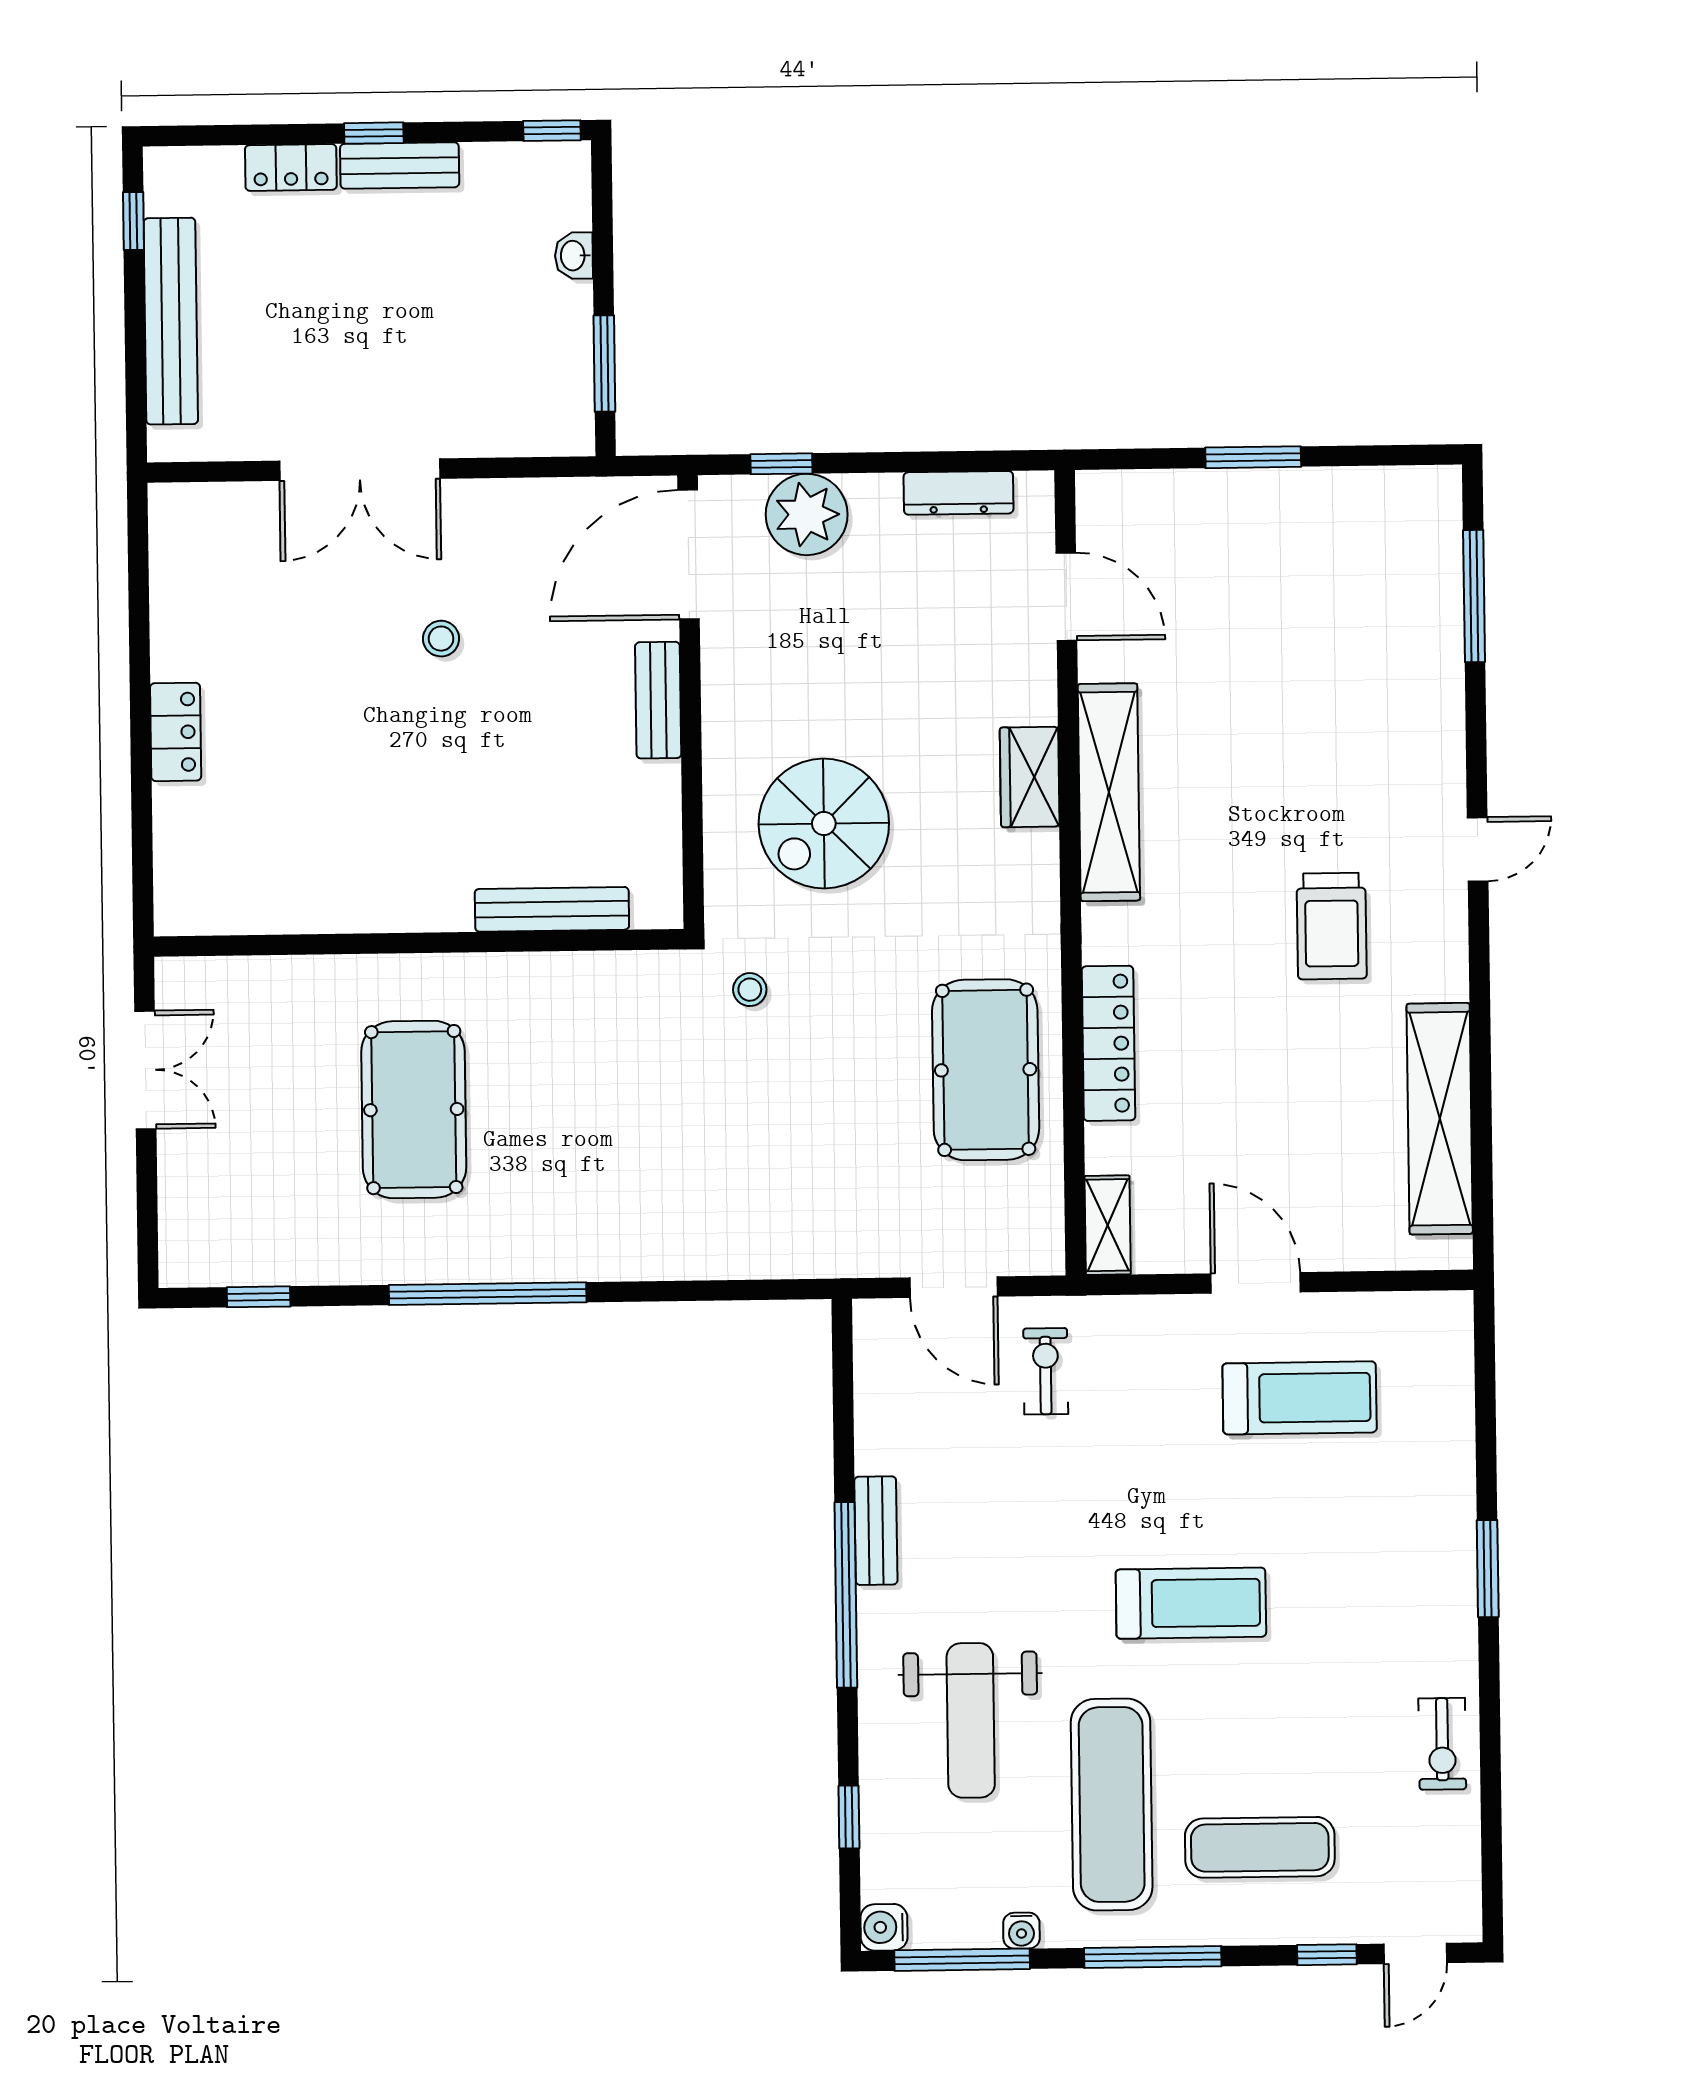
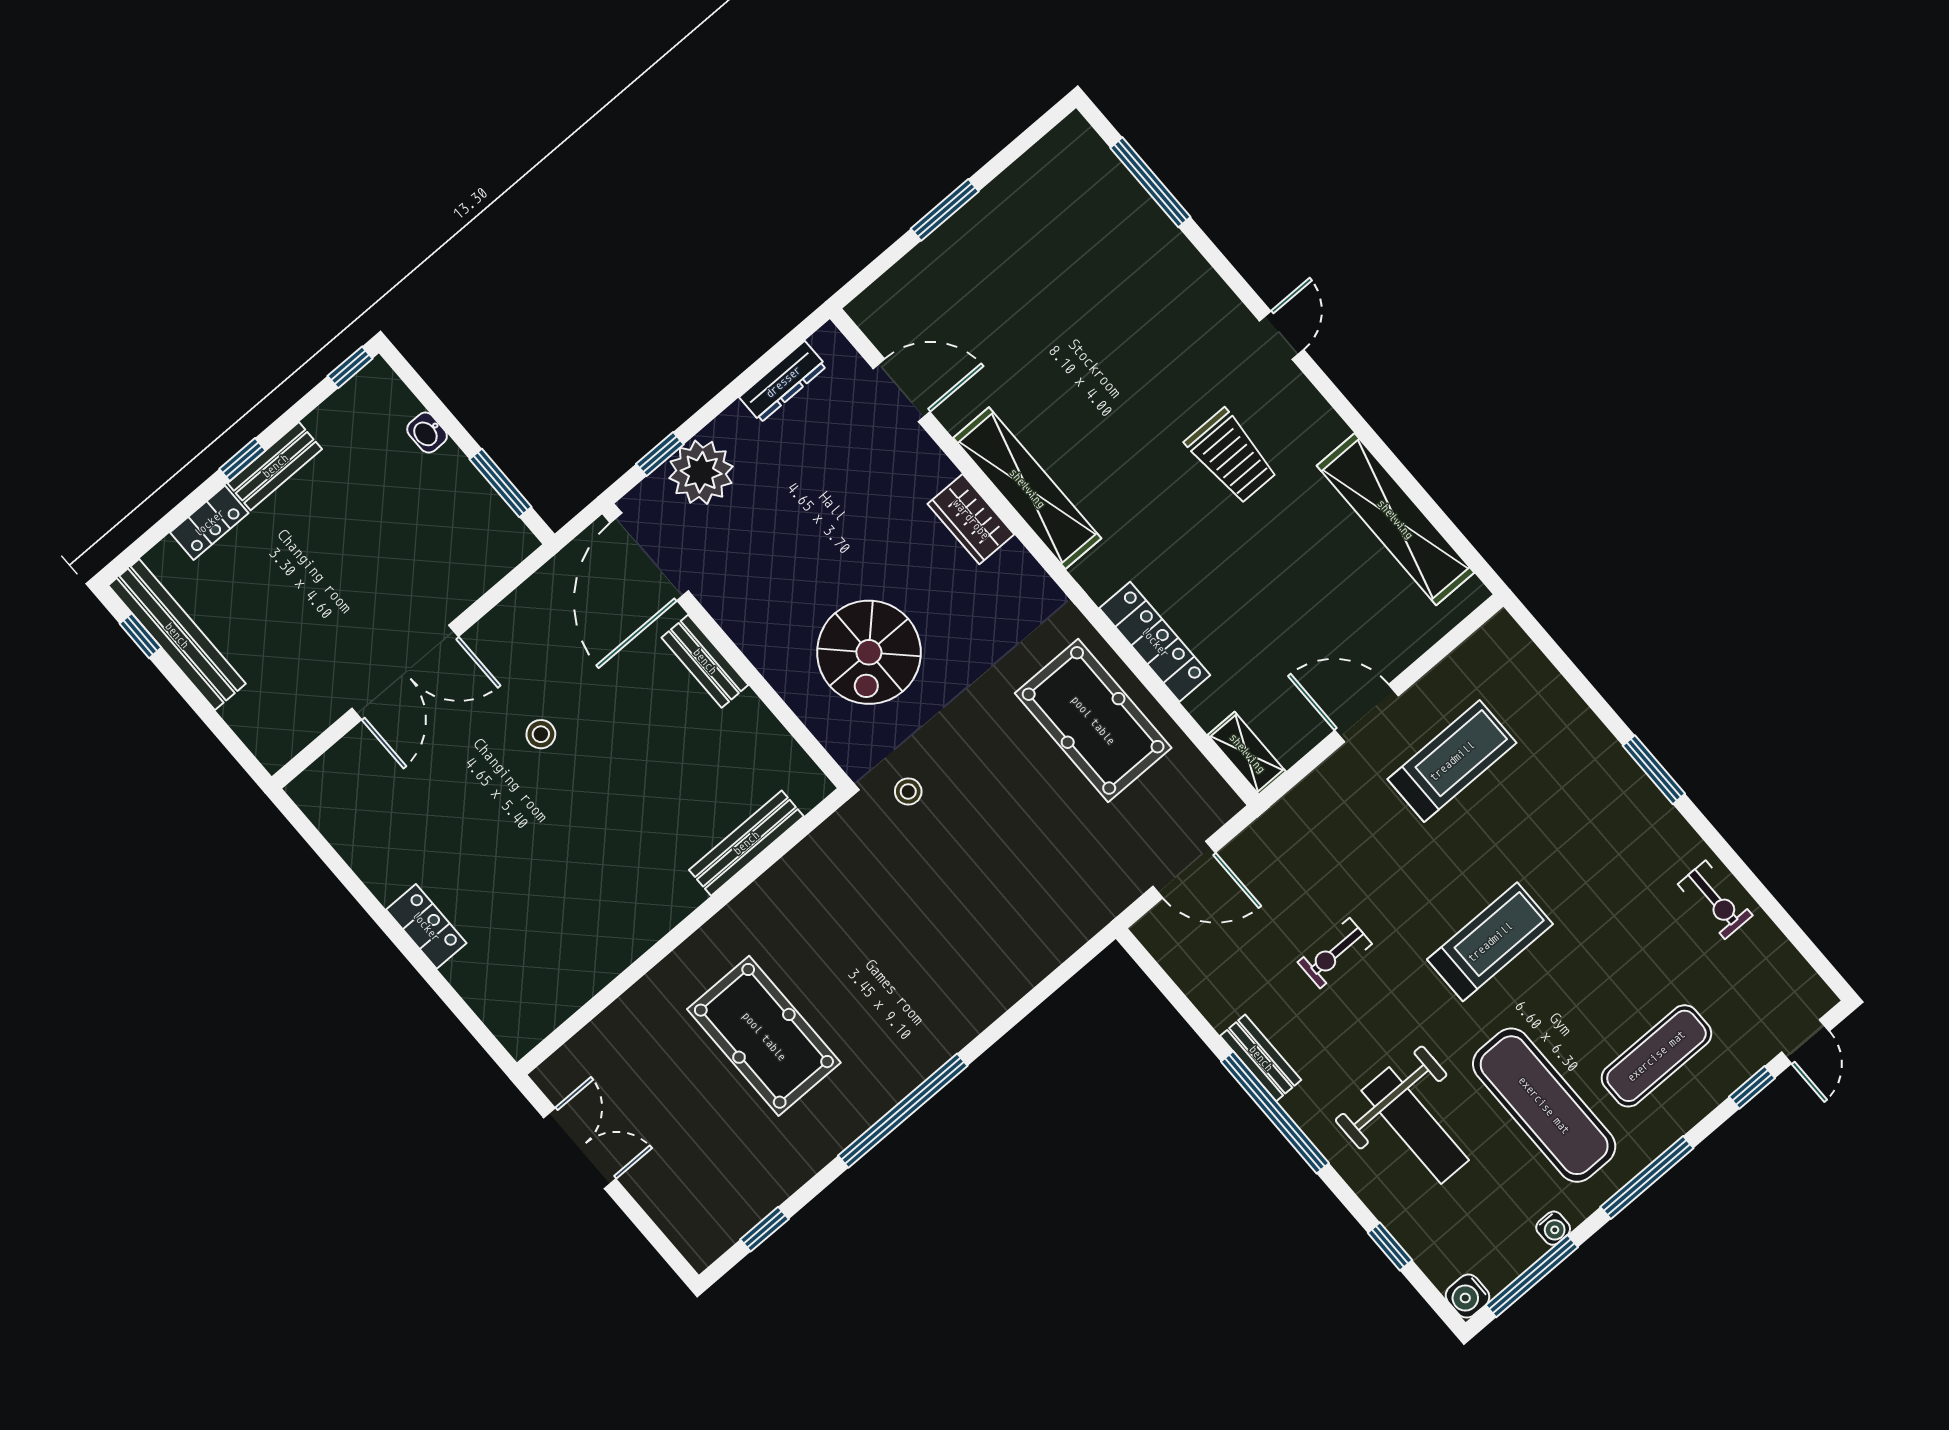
bench: (171, 321) -> (177, 635), moved
exercise bike: (1046, 1371) -> (1335, 953), moved, turned -90

